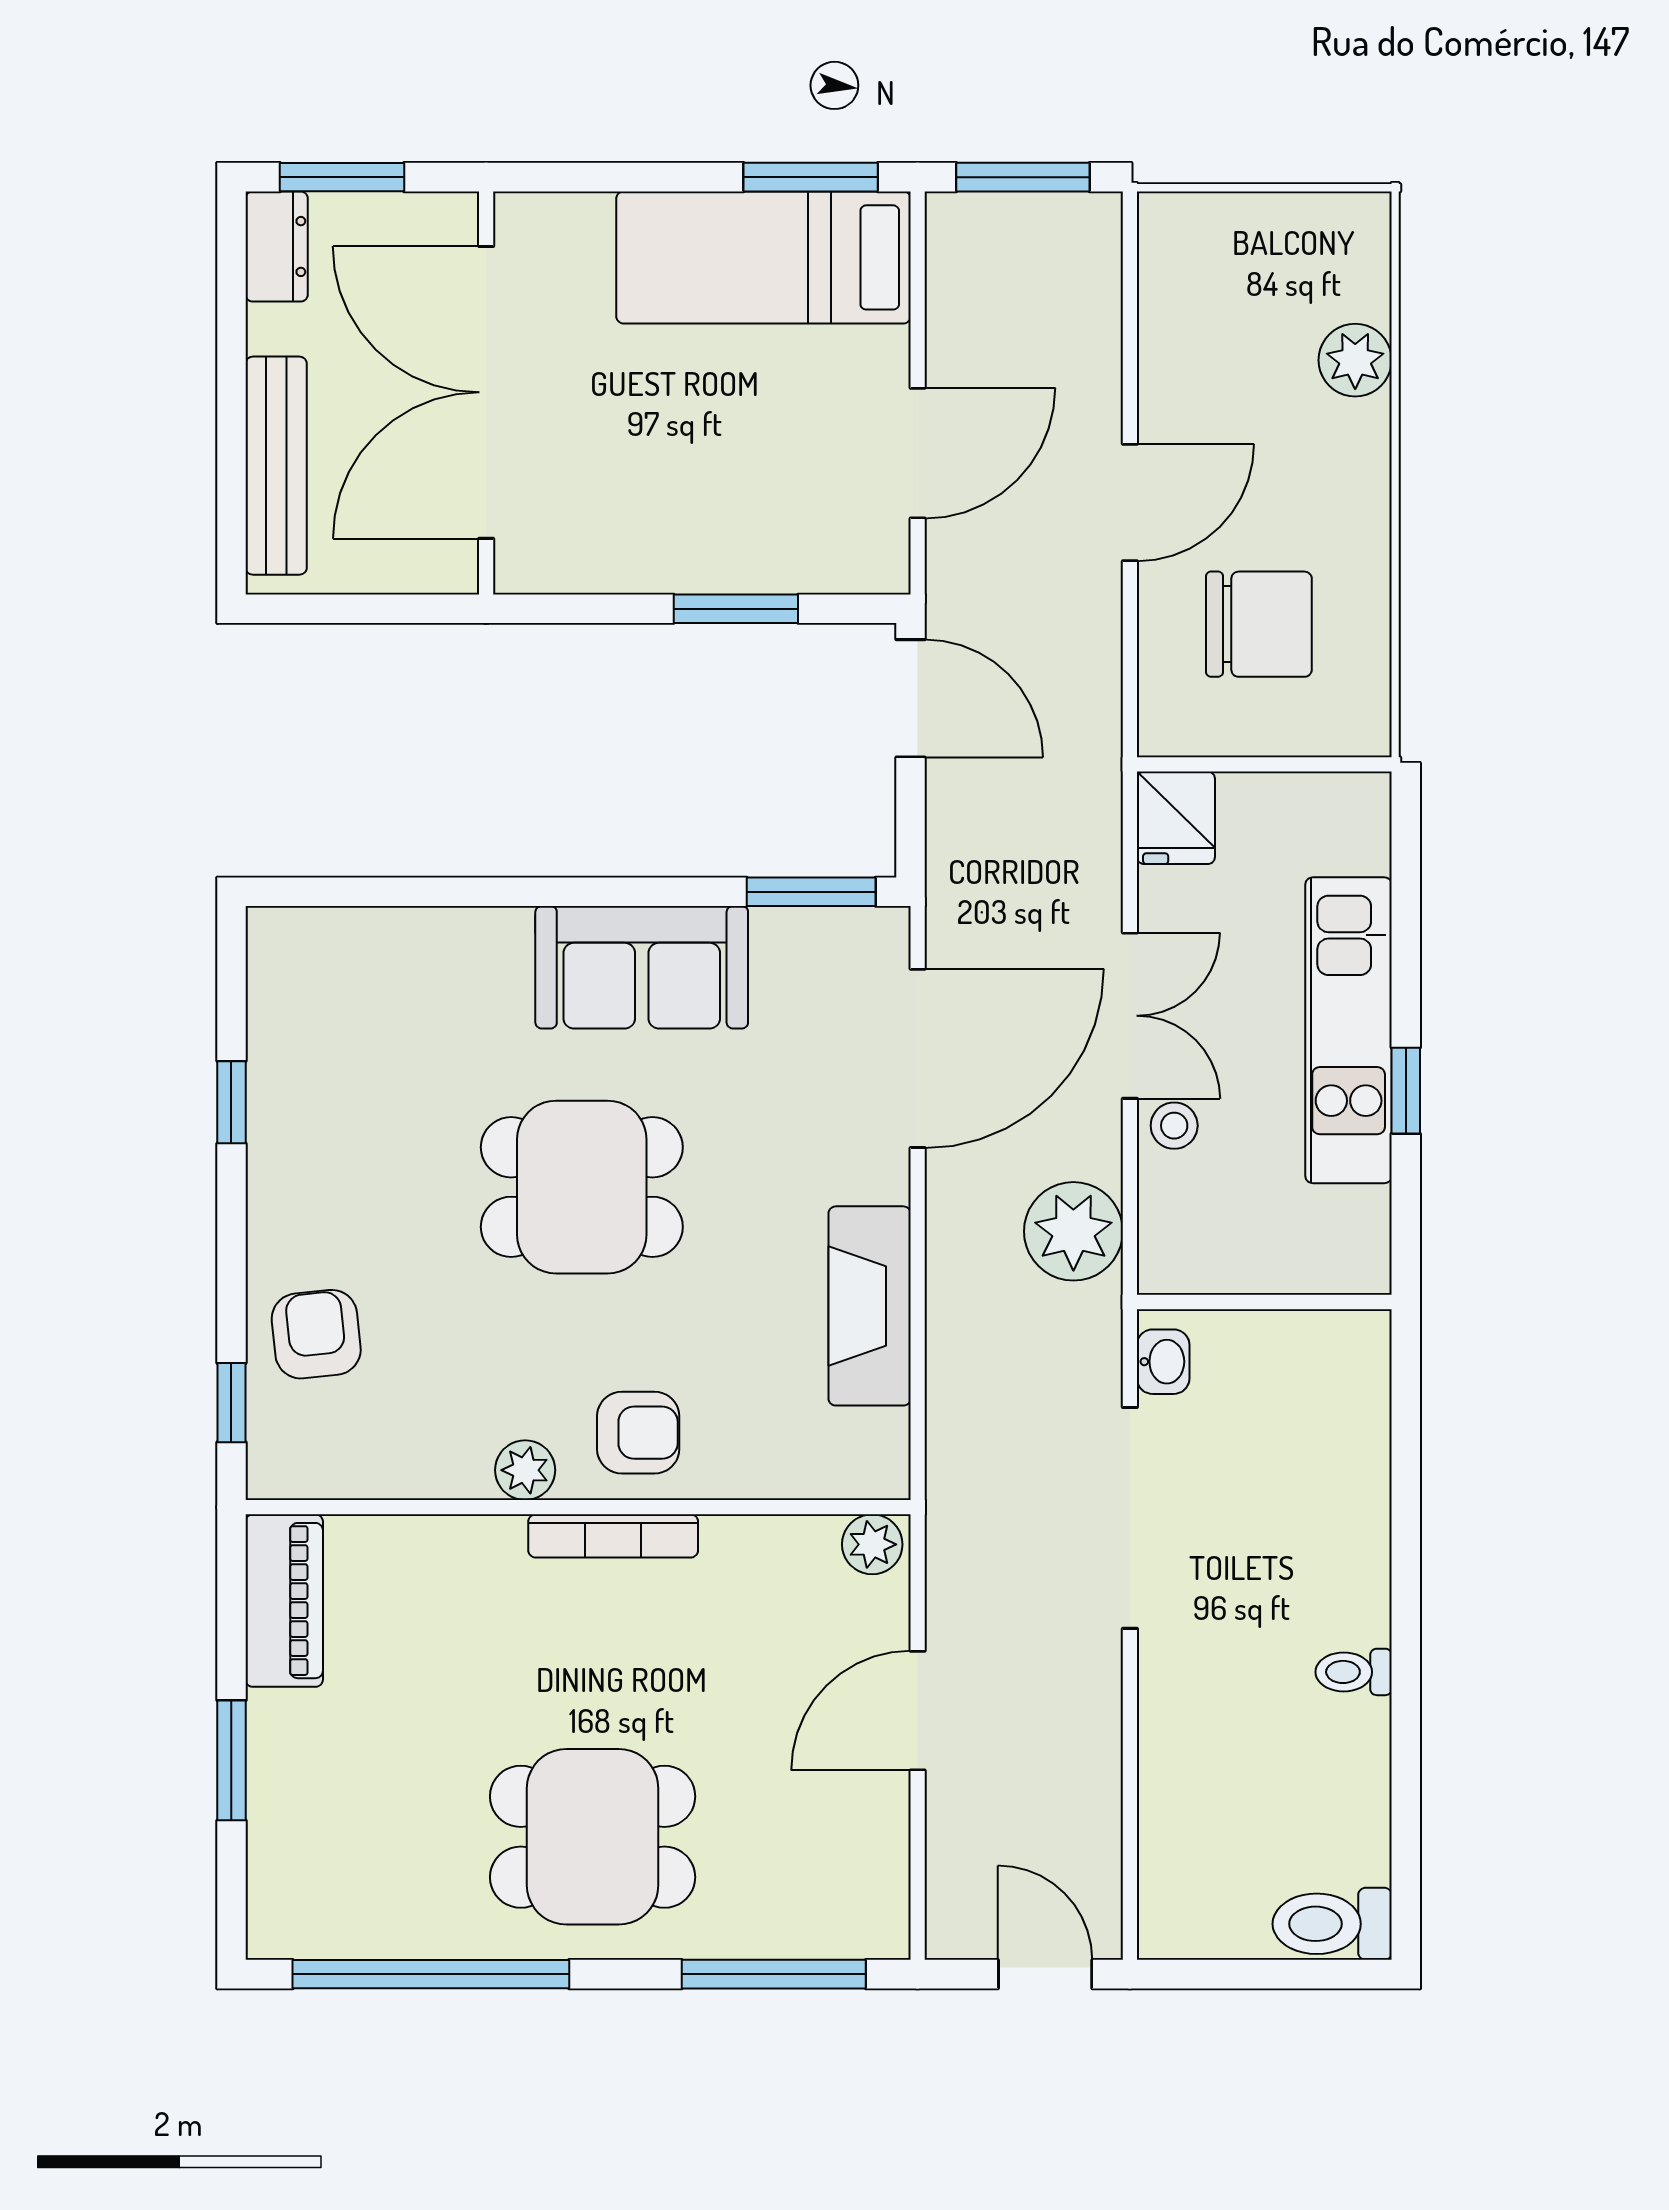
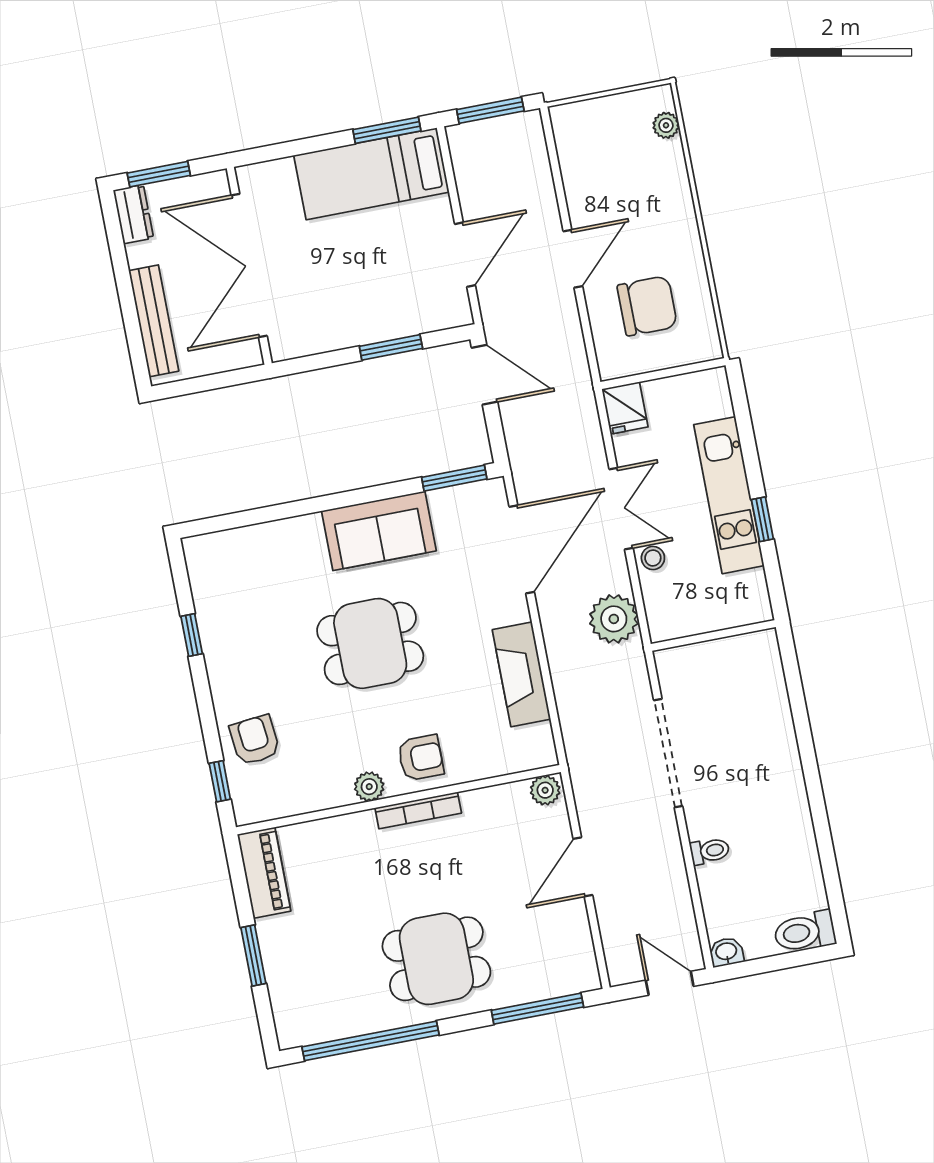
plant: (1355, 360) -> (666, 125), moved, width x0.73, depth x0.73
washbasin: (1163, 1362) -> (726, 952), moved, turned -90
toilet: (1354, 1672) -> (710, 851), moved, turned 180

